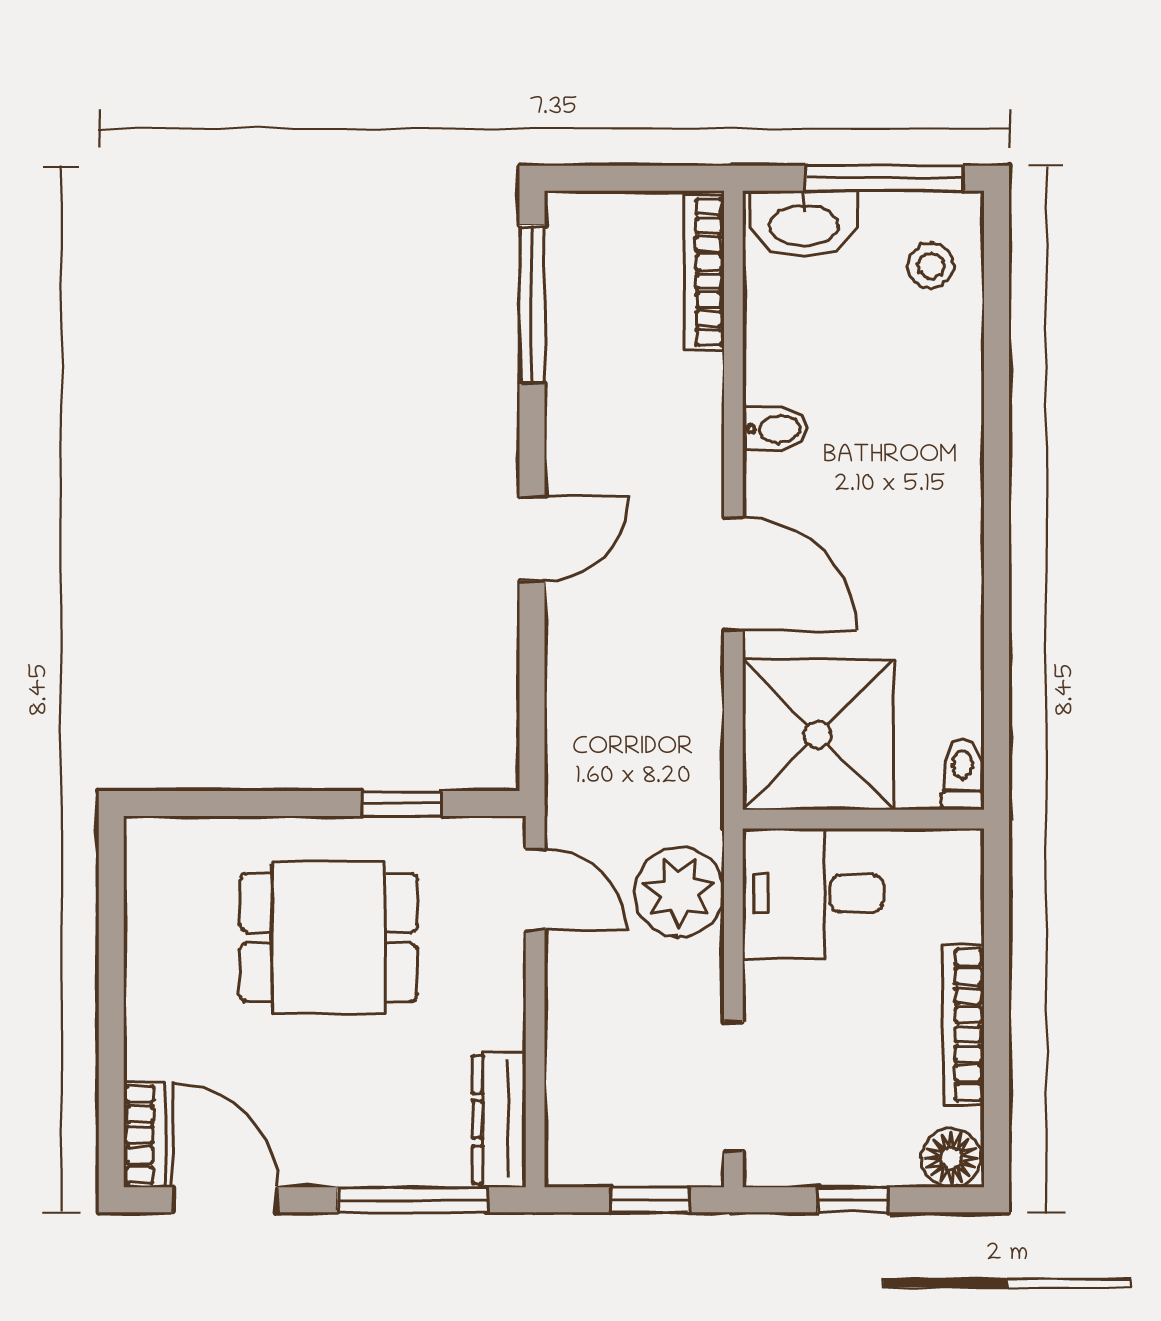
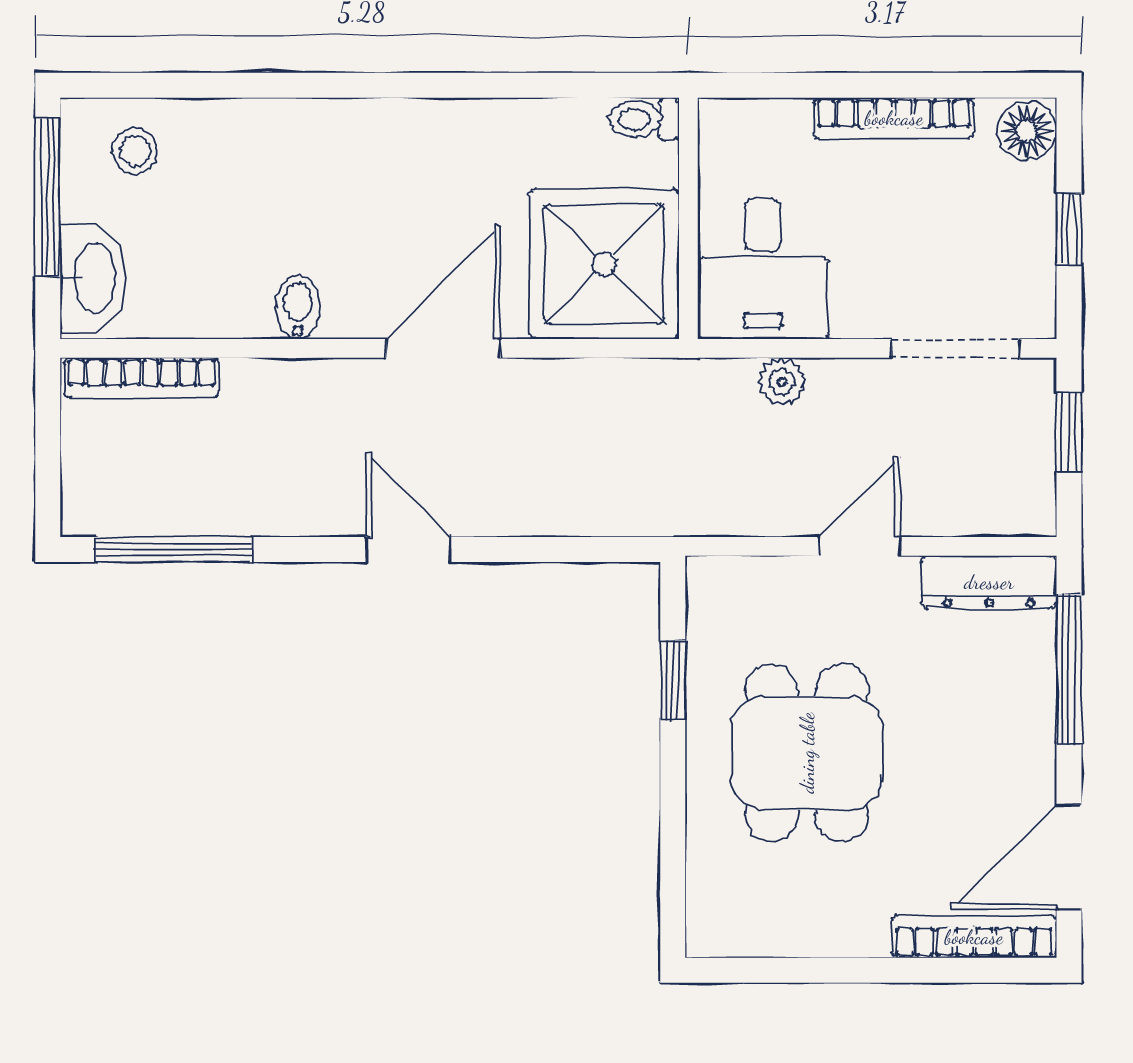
door: (535, 889) -> (859, 546), moved
plant: (679, 892) -> (782, 382), width x0.53, depth x0.53
bookcase: (145, 1135) -> (974, 937), width x1.56

